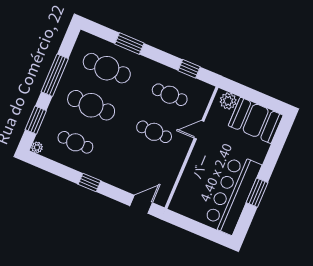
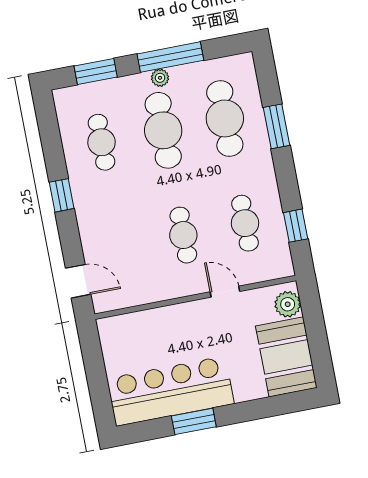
plant: (37, 147) -> (160, 78), moved

